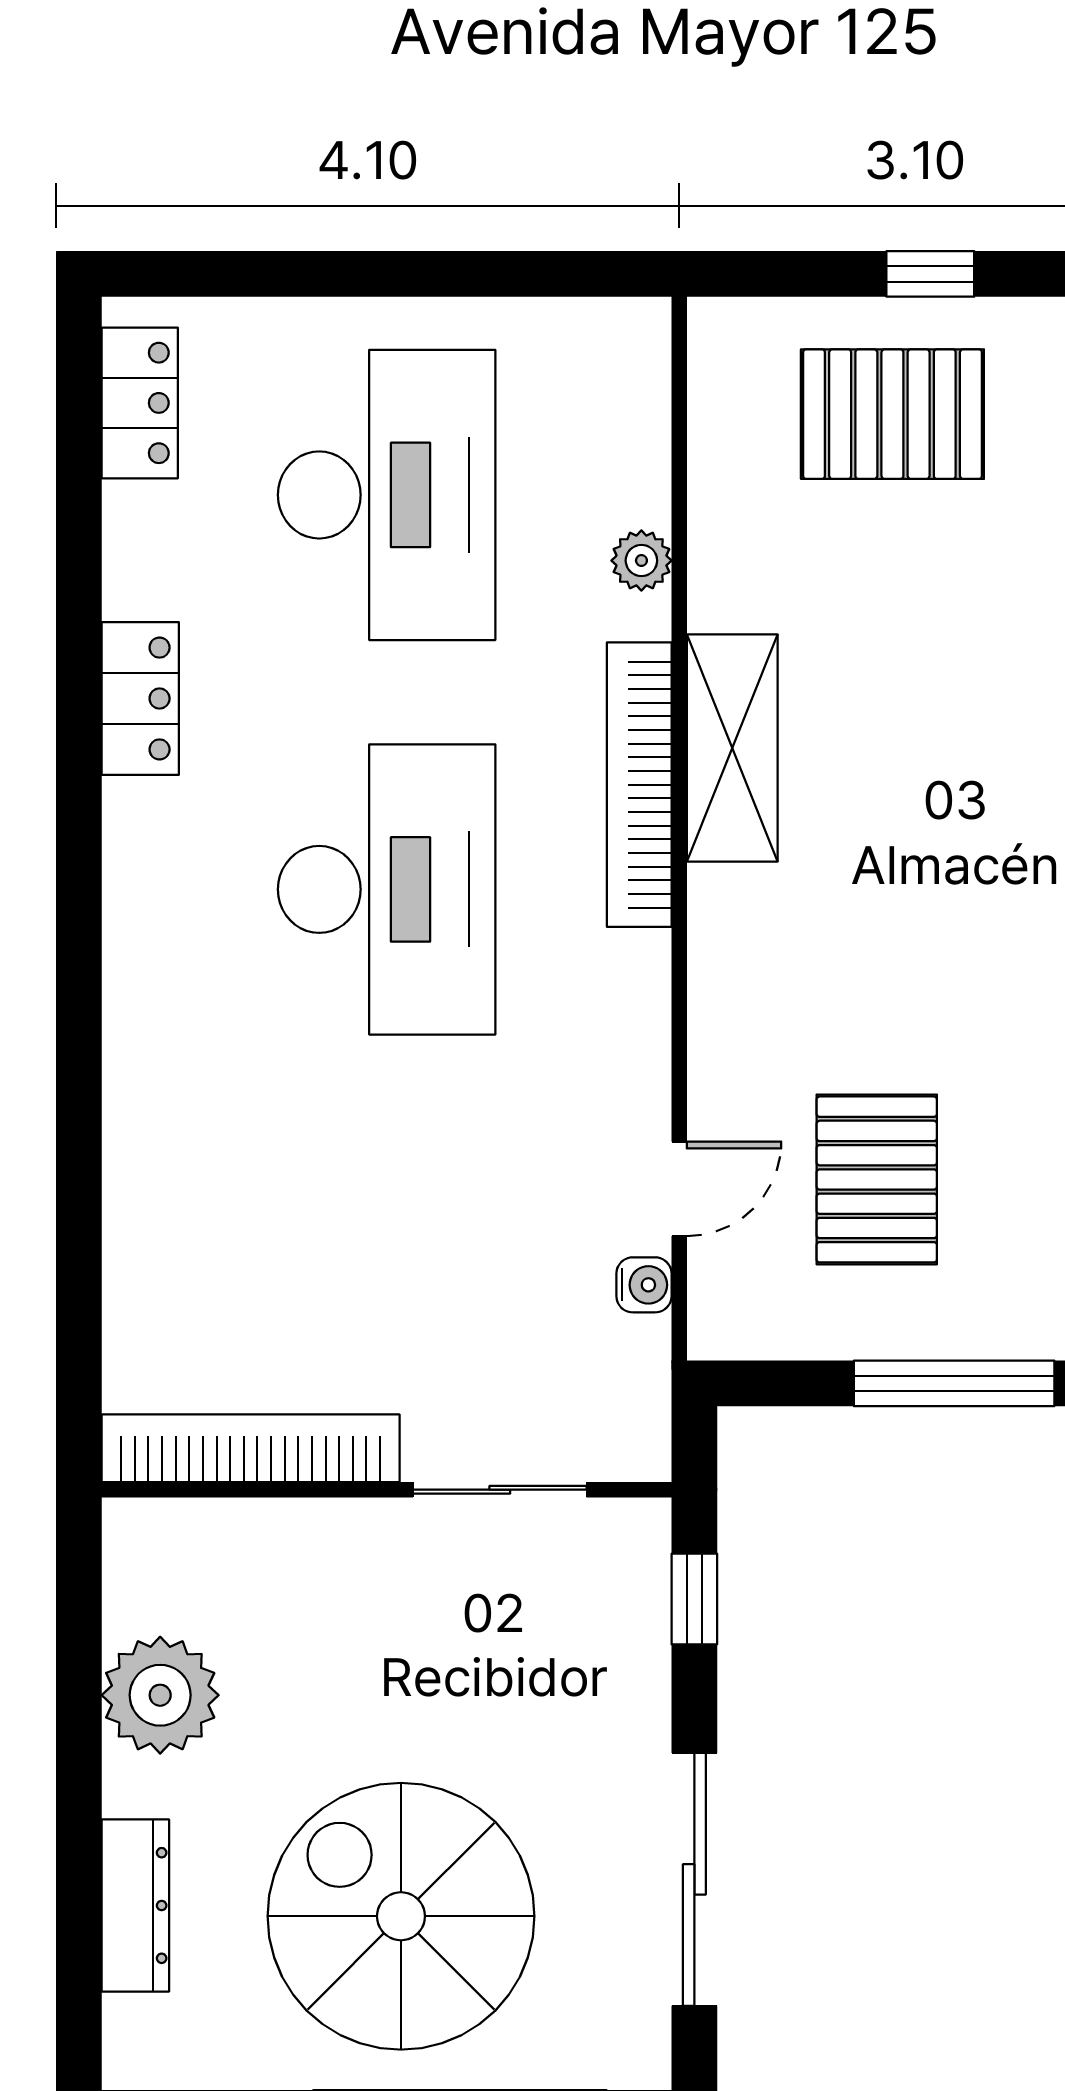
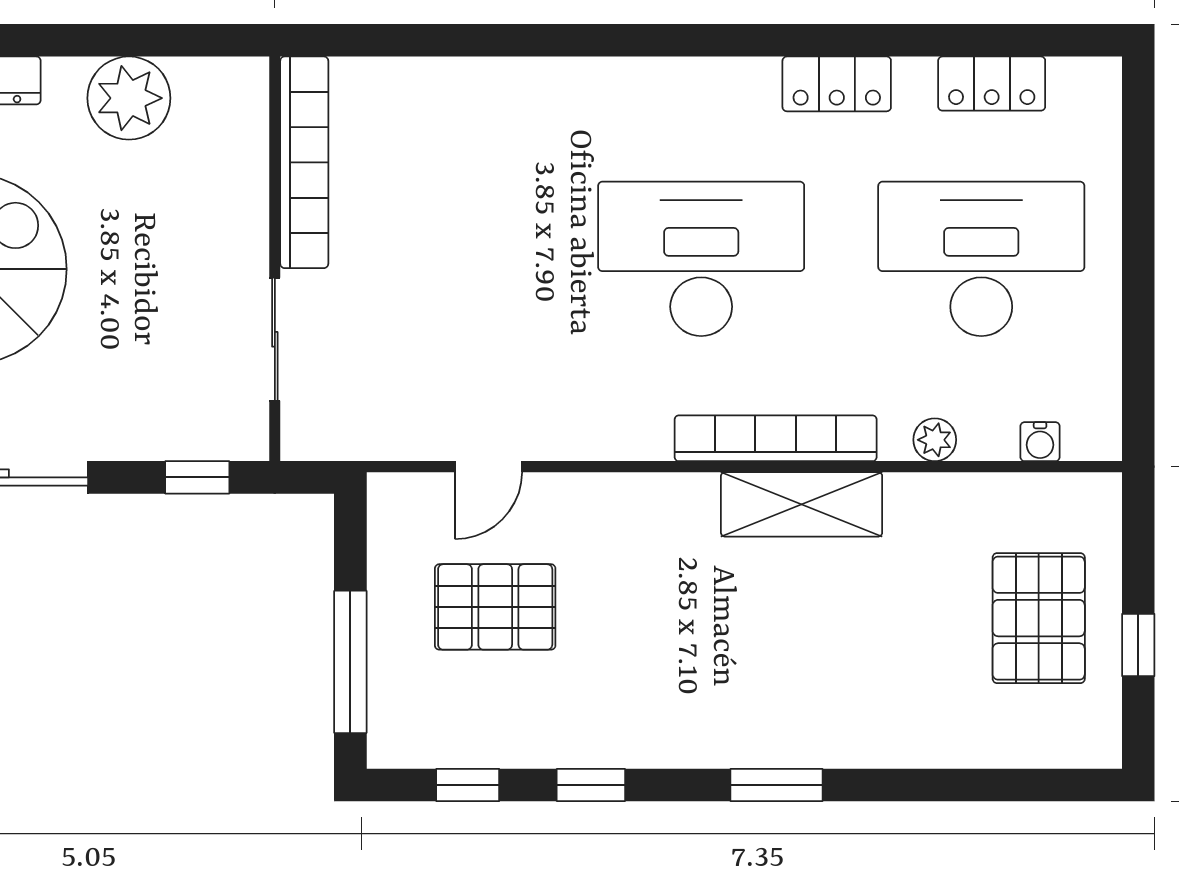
locker: (140, 403) -> (992, 84), moved
desk: (387, 495) -> (981, 259), turned 180
desk: (387, 889) -> (701, 259), turned 180
door: (679, 1189) -> (489, 467), hinge flipped
water cooler: (644, 1285) -> (1040, 442), moved

